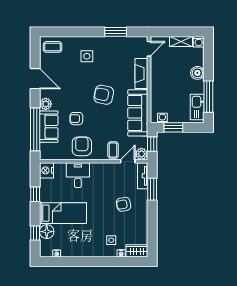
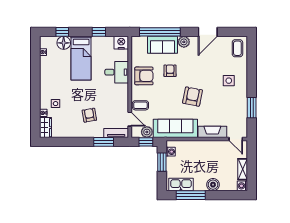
plant: (141, 154) -> (147, 132), moved

